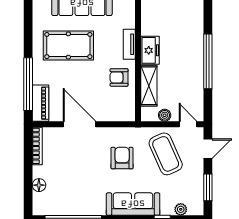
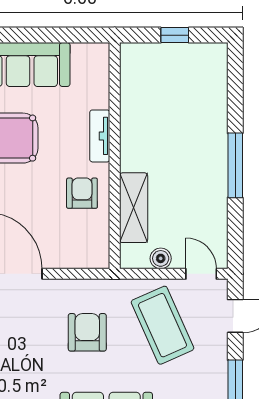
freezer: (150, 50) -> (135, 146), removed
window: (208, 61) -> (235, 165), width x0.68
armchair: (119, 77) -> (82, 193), turned 90

